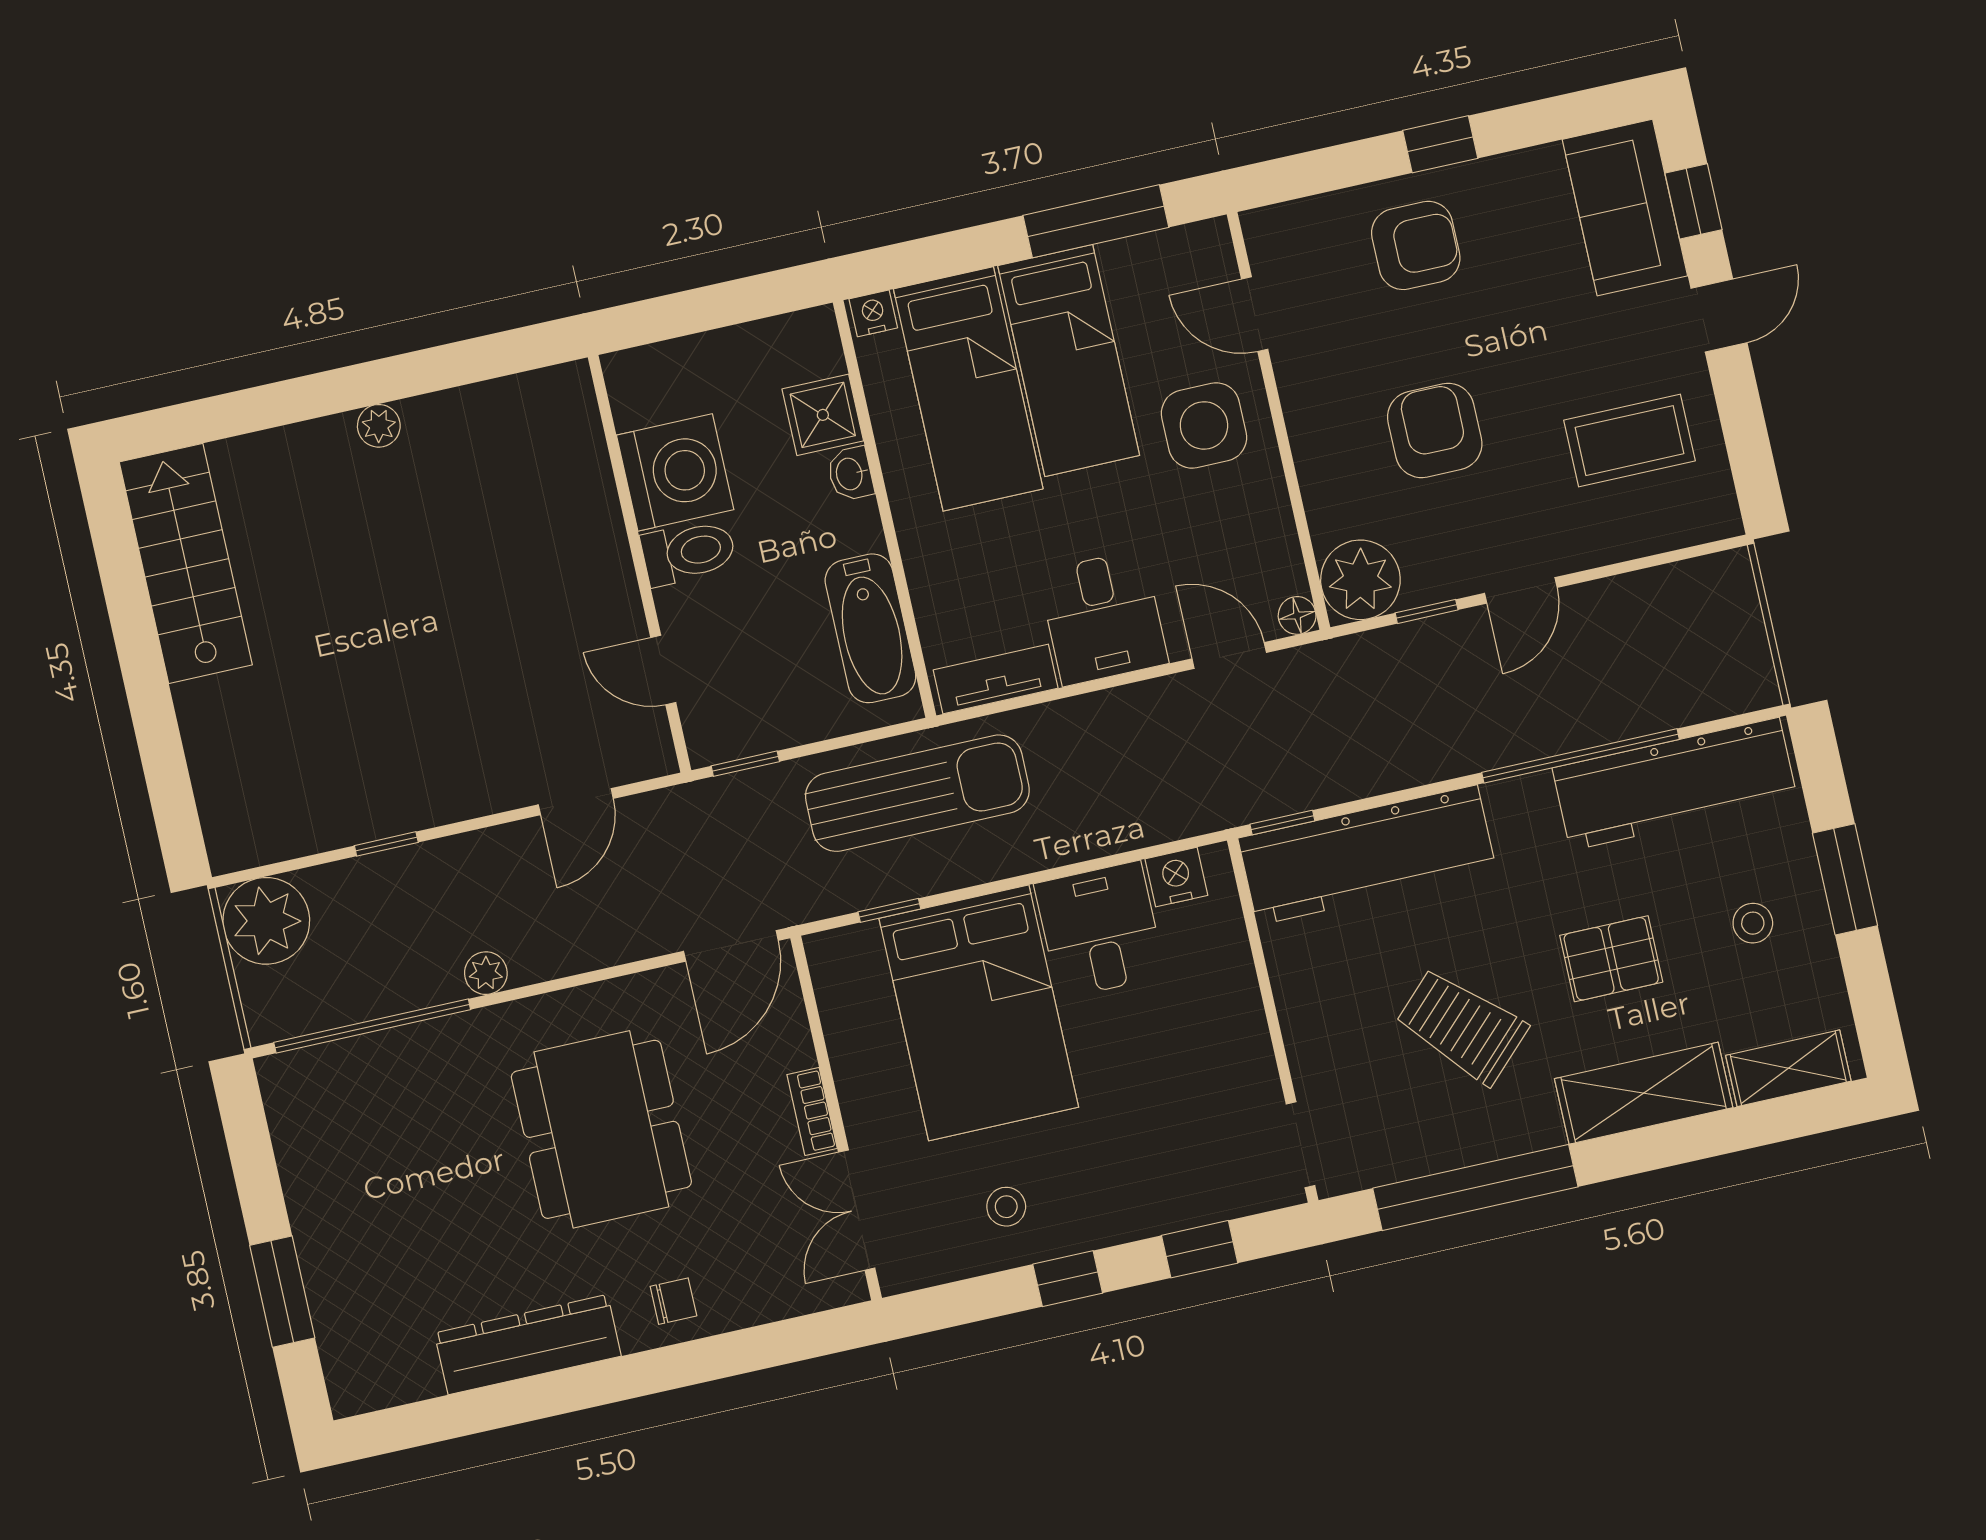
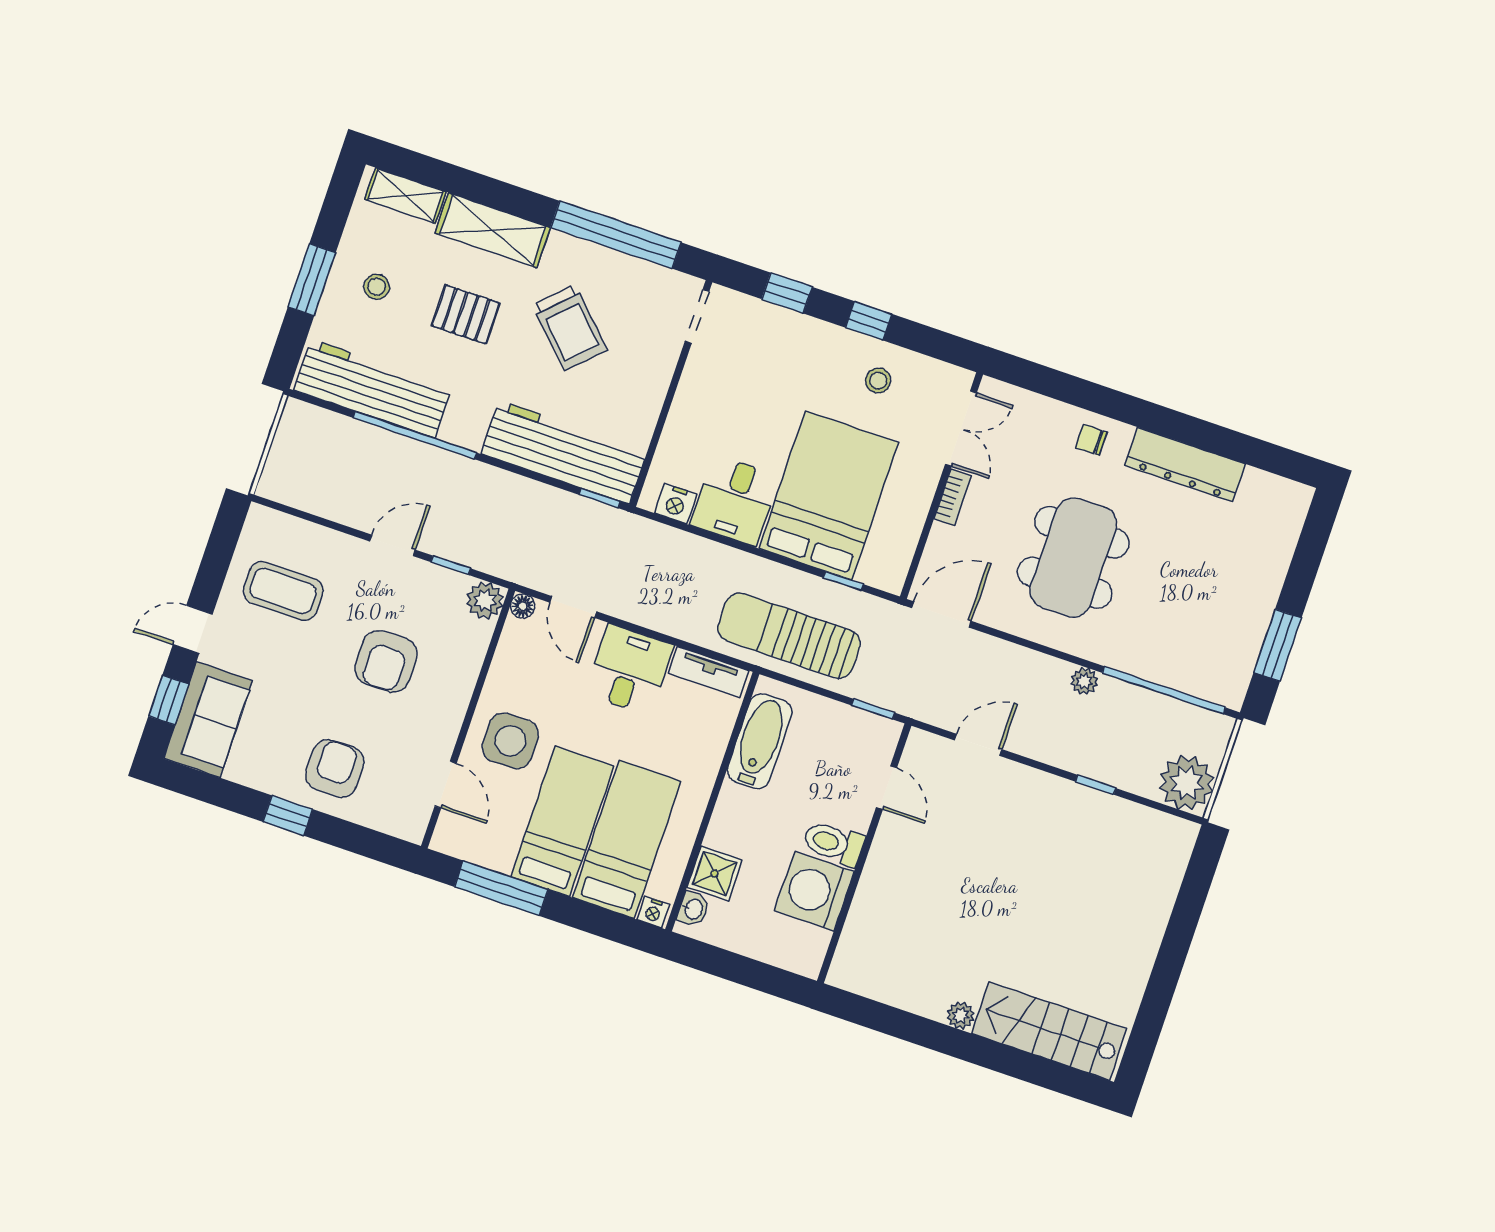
armchair: (1416, 245) -> (335, 769), turned 90
washbasin: (850, 474) -> (693, 909), moved
stairs: (186, 563) -> (1049, 1031), moved, turned 90
plant: (1360, 580) -> (485, 600), width x0.73, depth x0.73
window: (282, 1292) -> (1278, 645), moved

